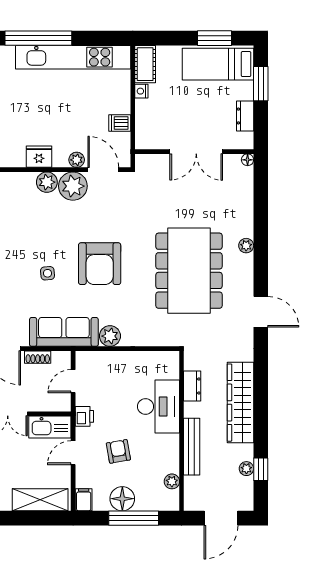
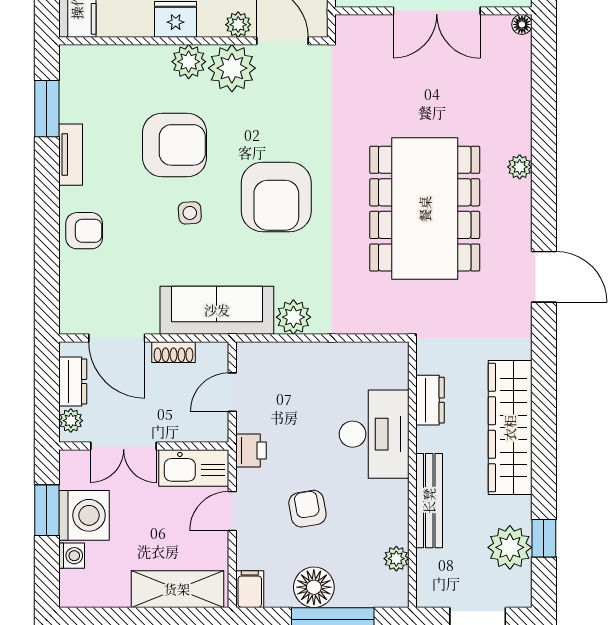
armchair: (38, 232) -> (175, 145), added
plant: (246, 469) -> (510, 547), width x1.88, depth x1.88

